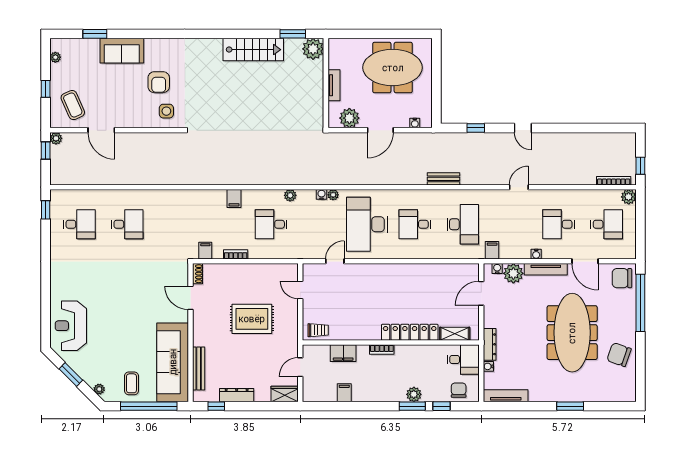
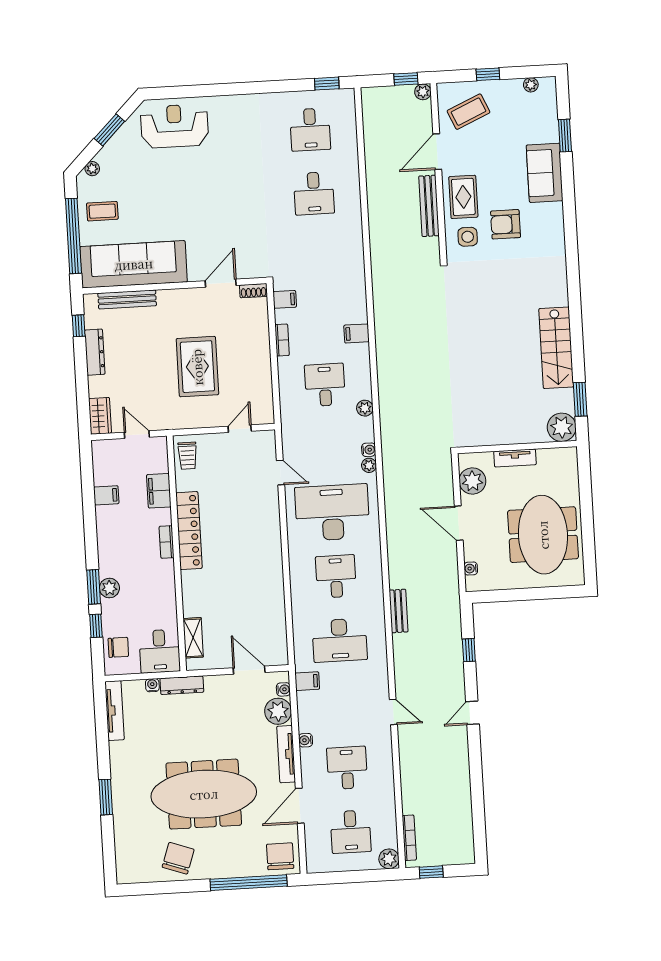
rug: (136, 113) -> (463, 197), added
bench: (142, 139) -> (429, 206), added
locker: (410, 332) -> (189, 531), moved

